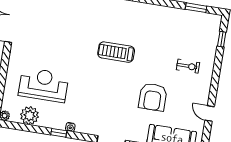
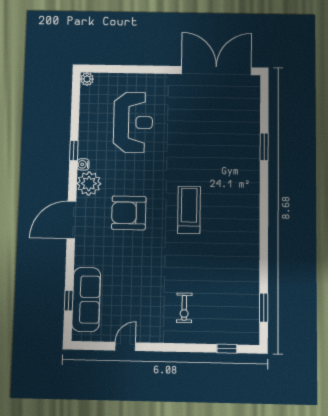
armchair: (153, 97) -> (129, 213), moved
plant: (29, 116) -> (89, 184), moved

